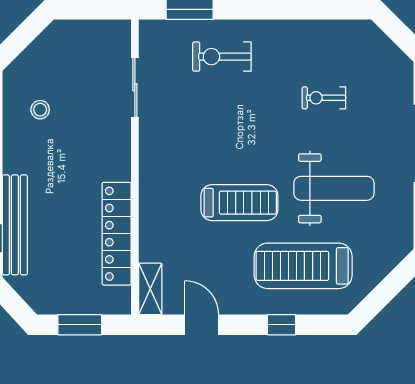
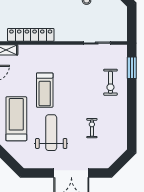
exercise bike: (222, 57) -> (110, 82), turned 180
weight bench: (334, 188) -> (51, 133), turned 180

